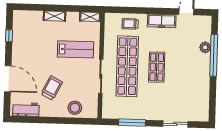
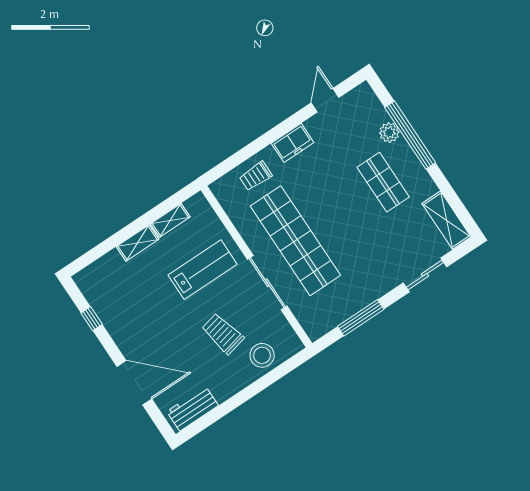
shelving: (90, 17) -> (170, 220), moved
freezer: (162, 21) -> (293, 143), width x0.71
shop shelf: (157, 67) -> (383, 182), moved
trolley: (52, 88) -> (223, 334), moved, turned -40
shelving: (203, 106) -> (447, 220), added

